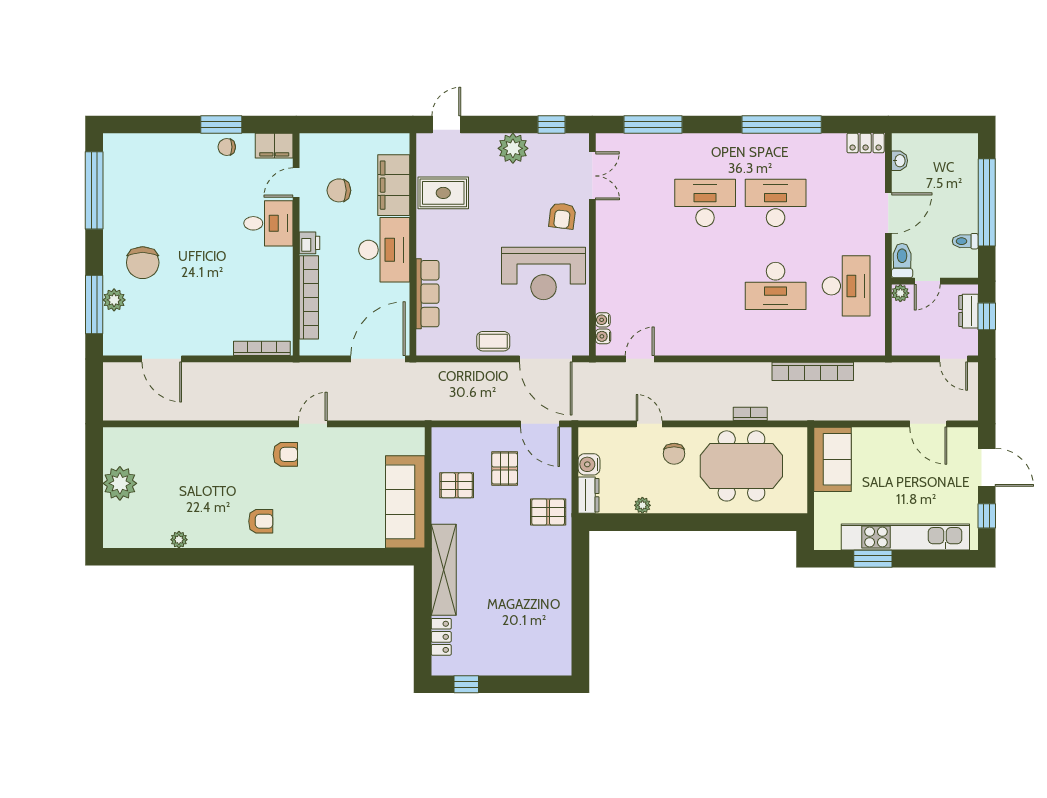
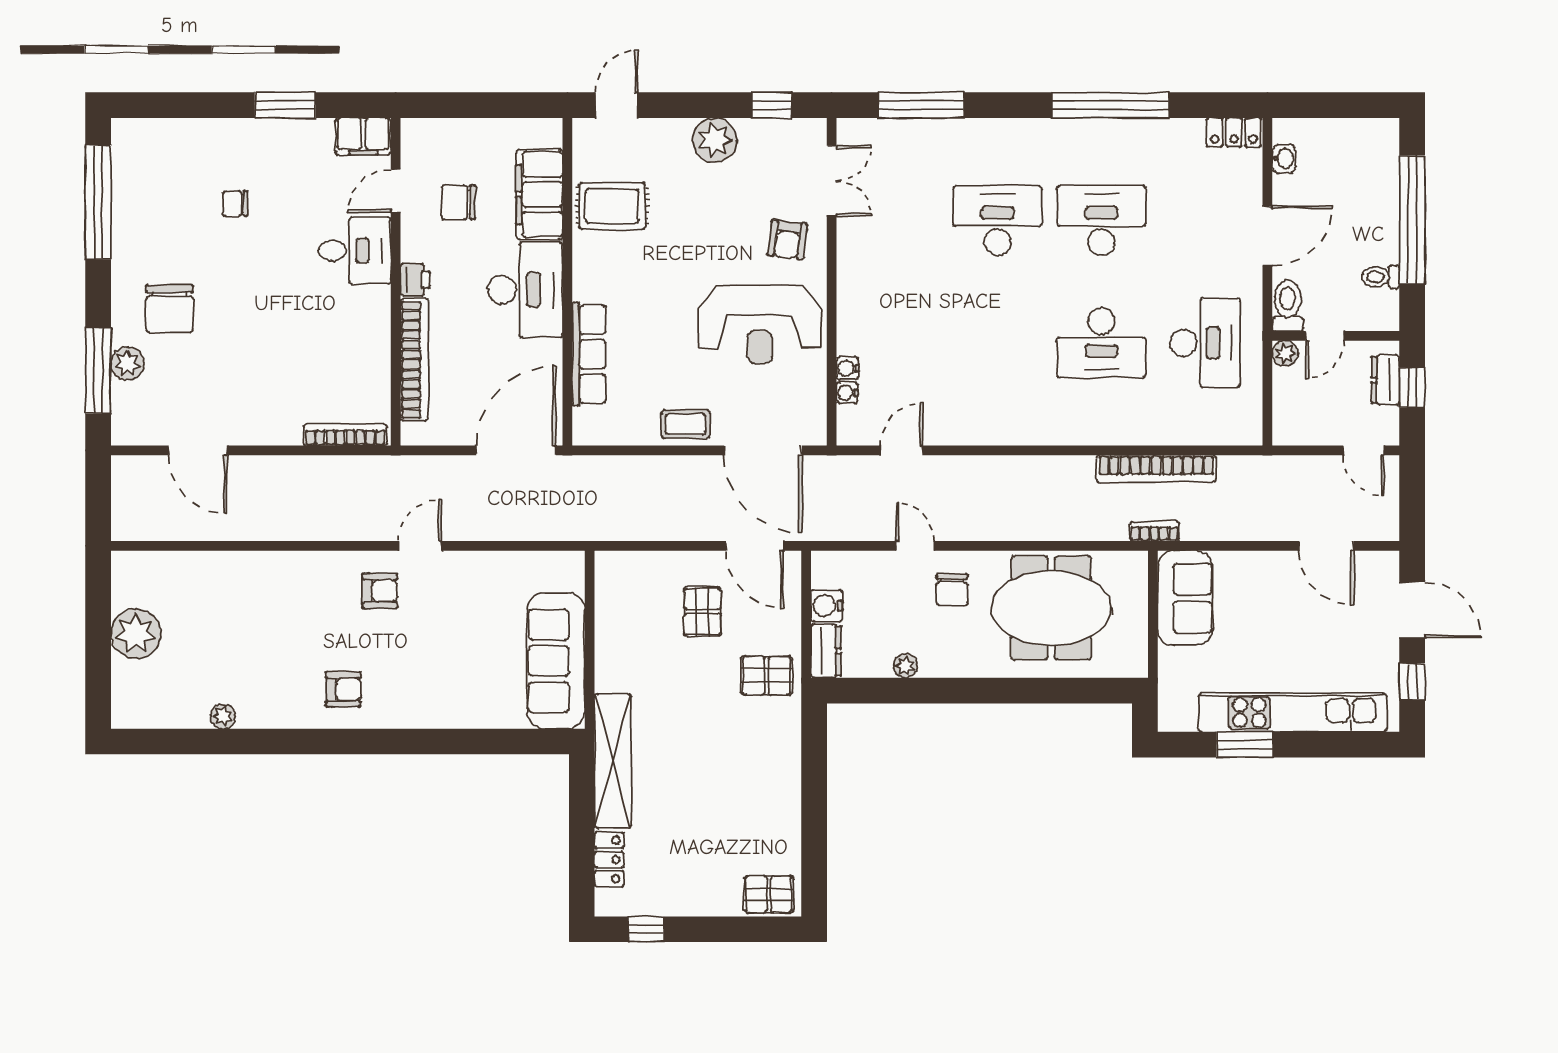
chair: (227, 147) -> (235, 204), moved
water cooler: (603, 336) -> (847, 368), moved
bookcase: (750, 414) -> (1154, 531), moved
pallet: (457, 485) -> (769, 894), moved

